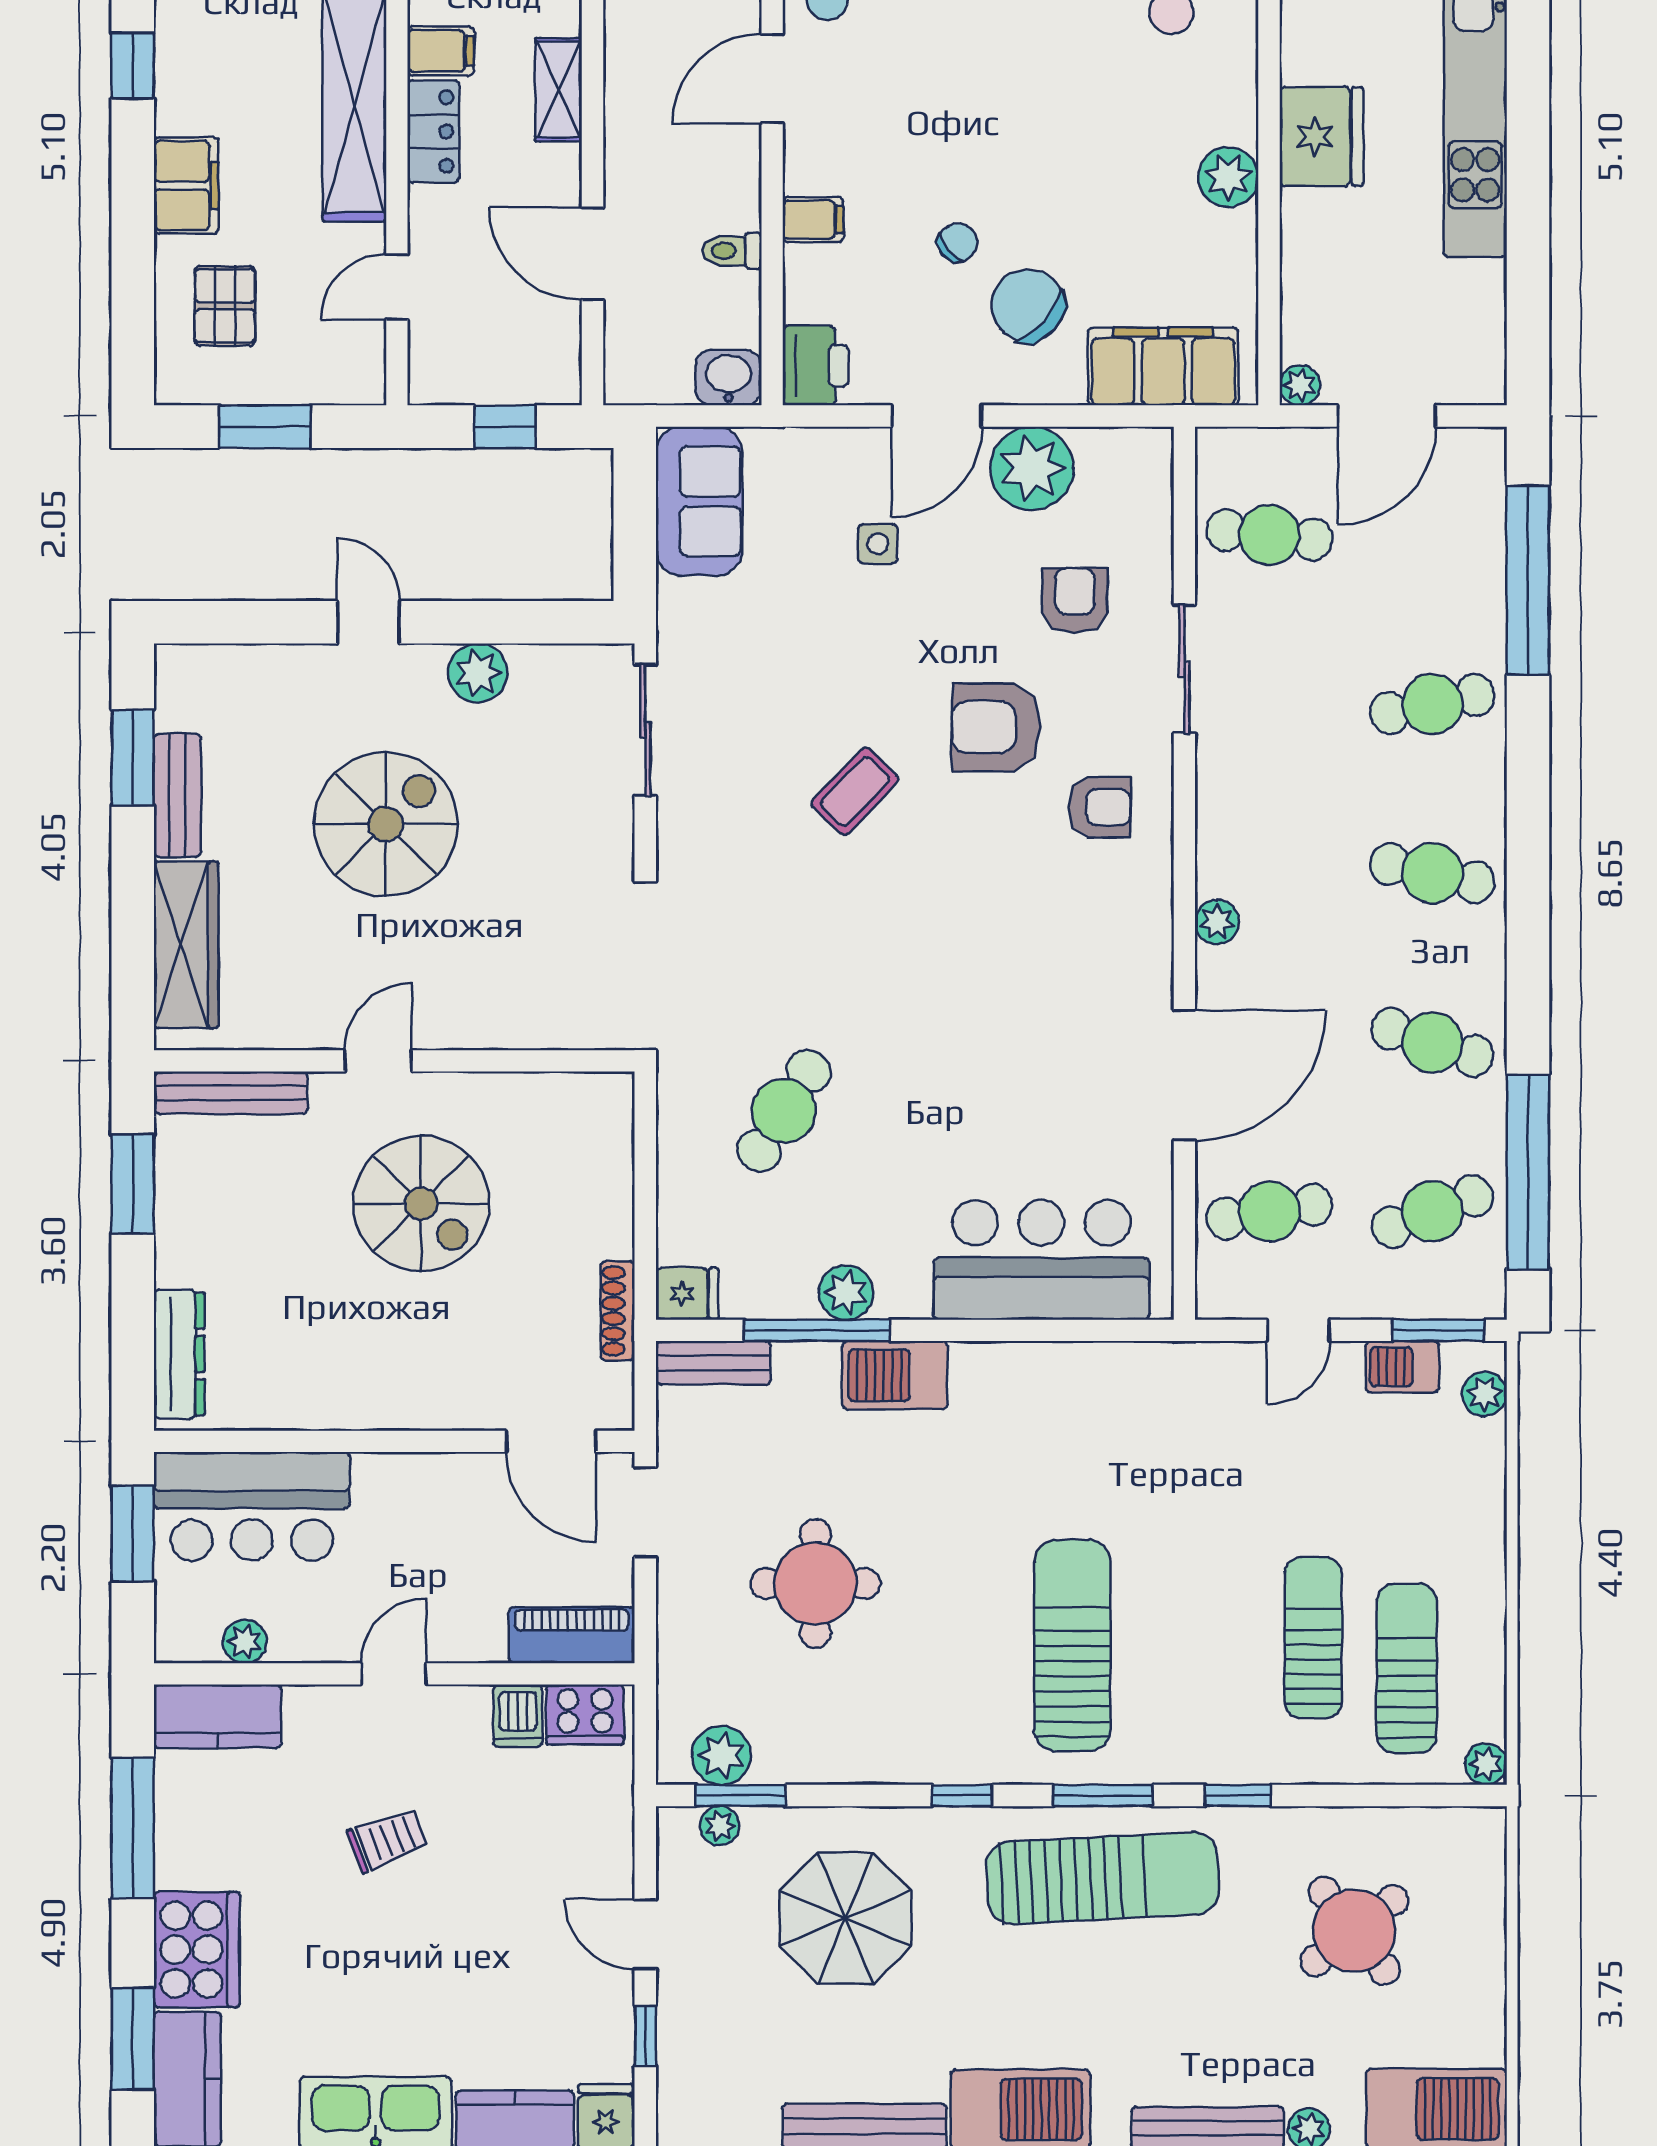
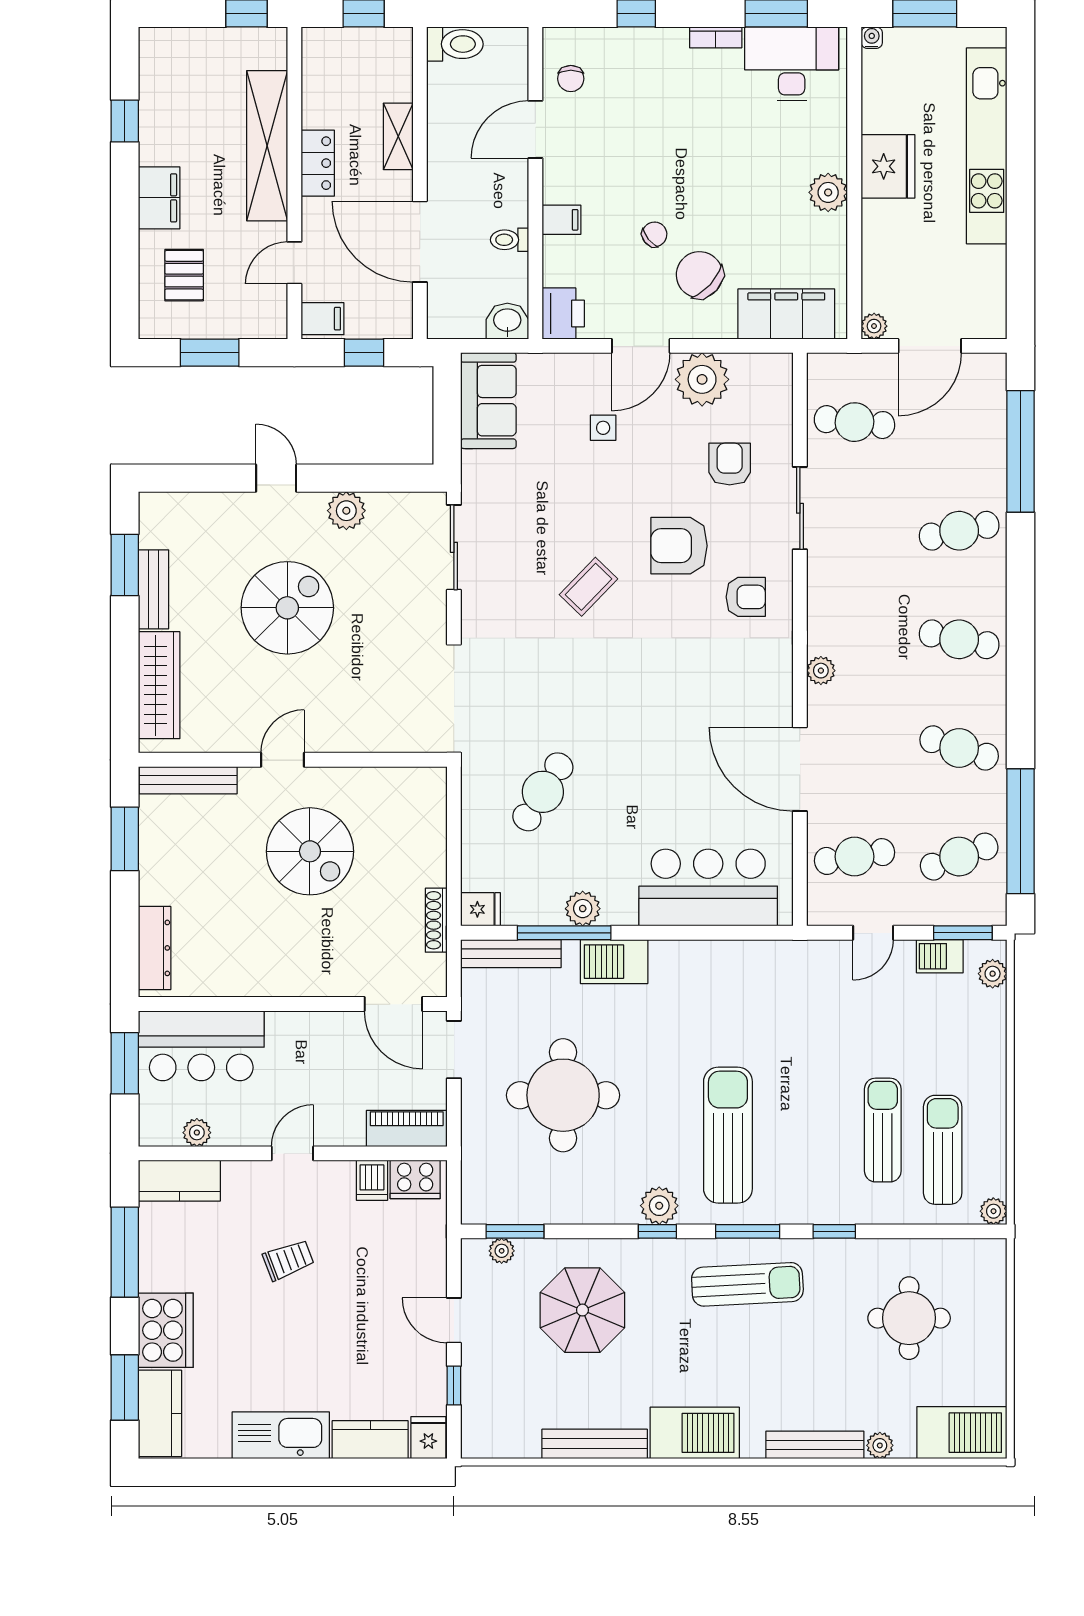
filing cabinet: (441, 51) -> (323, 319), moved
door: (592, 254) -> (420, 242), width x1.36
door: (1184, 1076) -> (800, 769), swing flipped
bench: (713, 1363) -> (511, 954), width x1.36
round table: (815, 1583) -> (563, 1095), width x1.36, depth x1.36
plant: (721, 1755) -> (659, 1206), moved
sun lounger: (1103, 1878) -> (747, 1284), width x0.73, depth x0.75
round table: (1354, 1931) -> (909, 1318), turned 38

